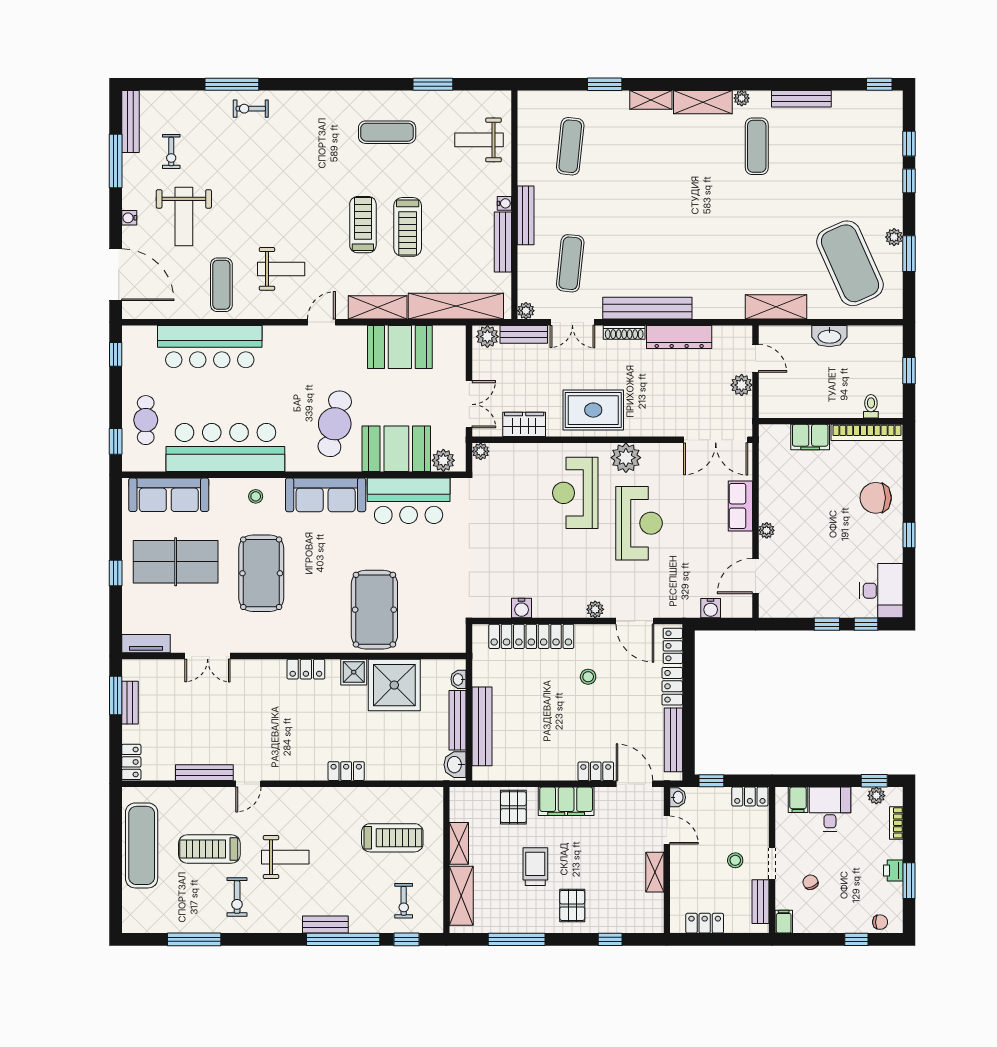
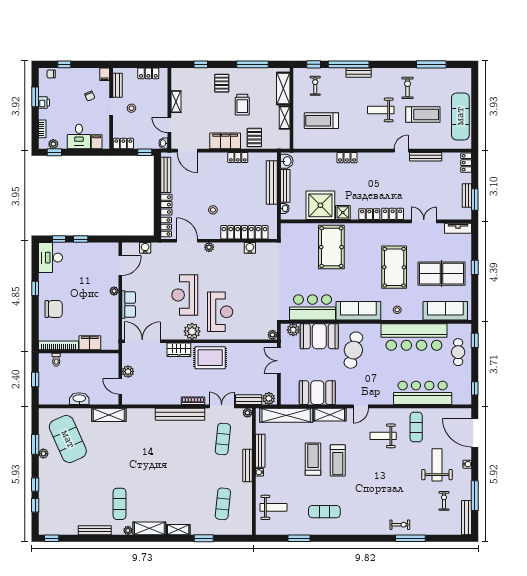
dresser: (679, 337) -> (163, 398), removed
wardrobe: (524, 424) -> (179, 350), moved
locker: (264, 670) -> (393, 214), added
locker: (596, 771) -> (238, 157), moved

